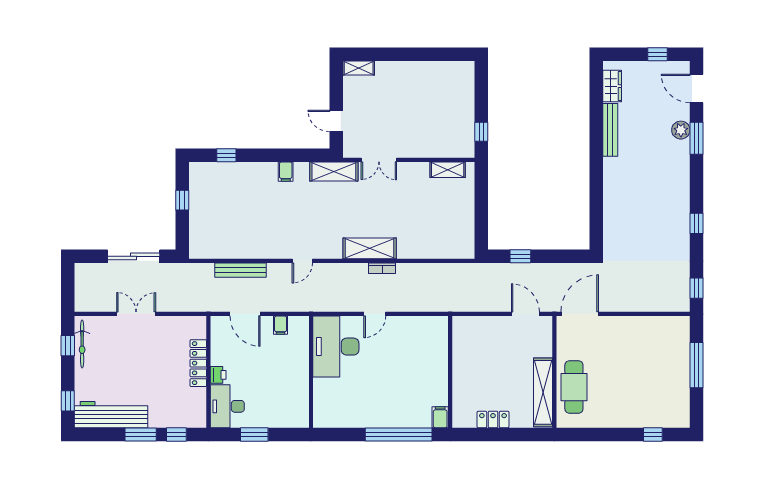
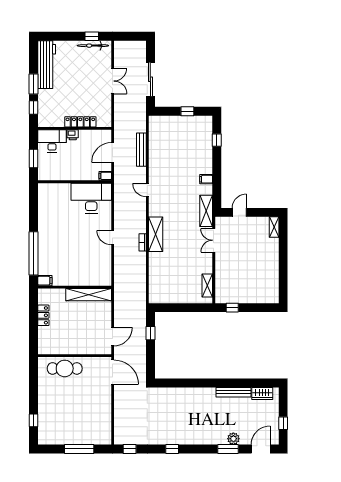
desk: (336, 347) -> (91, 198), moved
wall: (311, 372) -> (75, 182), moved
shelving: (543, 392) -> (89, 295), moved
window: (68, 401) -> (56, 36), removed

